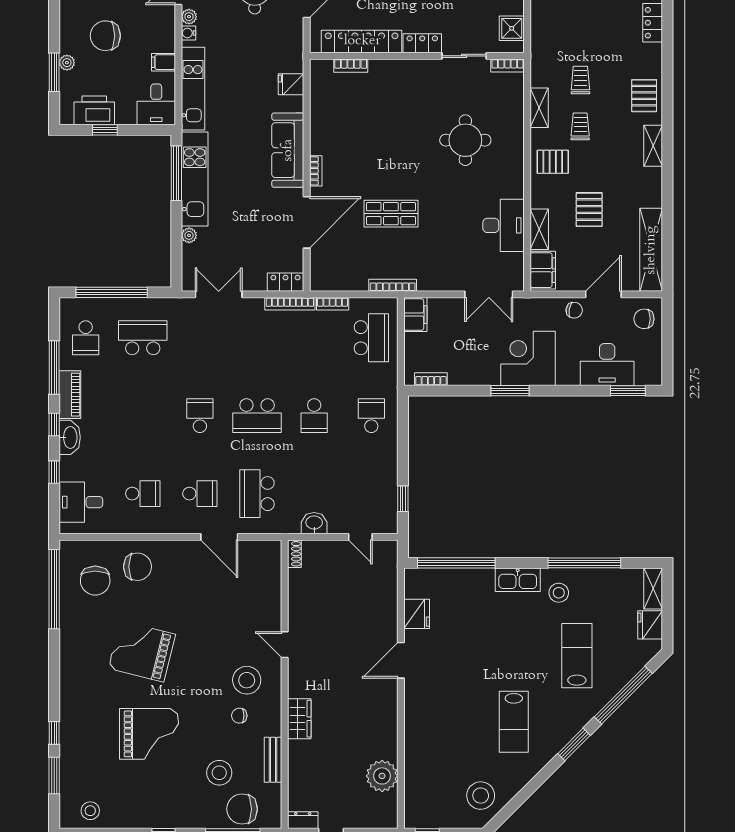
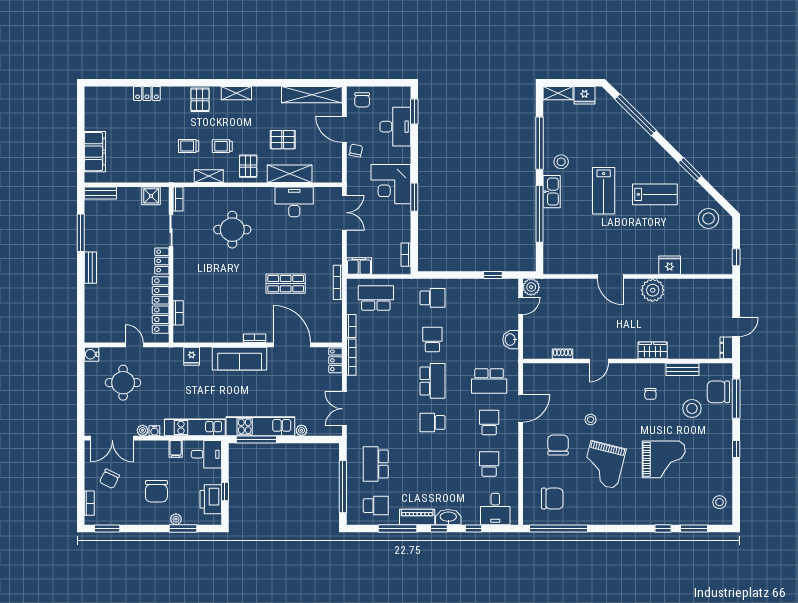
pallet: (644, 96) -> (200, 100), turned 90
shop shelf: (391, 214) -> (286, 284), turned 90
shelving: (539, 229) -> (290, 174), width x1.50, depth x1.33
filing cabinet: (543, 270) -> (327, 173), removed
school desk: (314, 416) -> (432, 339), turned -90
school desk: (371, 416) -> (432, 298), turned 180
plant: (386, 551) -> (531, 287), added
shoe rack: (294, 554) -> (562, 354), moved
window: (456, 563) -> (540, 214), moved
chair: (137, 567) -> (558, 445), moved
fridge: (417, 614) -> (670, 265), moved
lab bench: (577, 656) -> (604, 191), moved, turned -90
stool: (247, 680) -> (591, 420), moved, width x0.53, depth x0.53
grand piano: (149, 734) -> (664, 459), turned 90
window: (574, 744) -> (690, 169), moved
plant: (382, 776) -> (653, 290), moved
chair: (242, 809) -> (718, 392), turned 90

